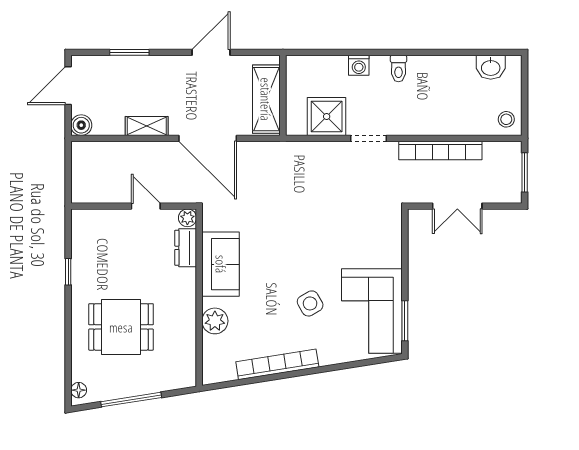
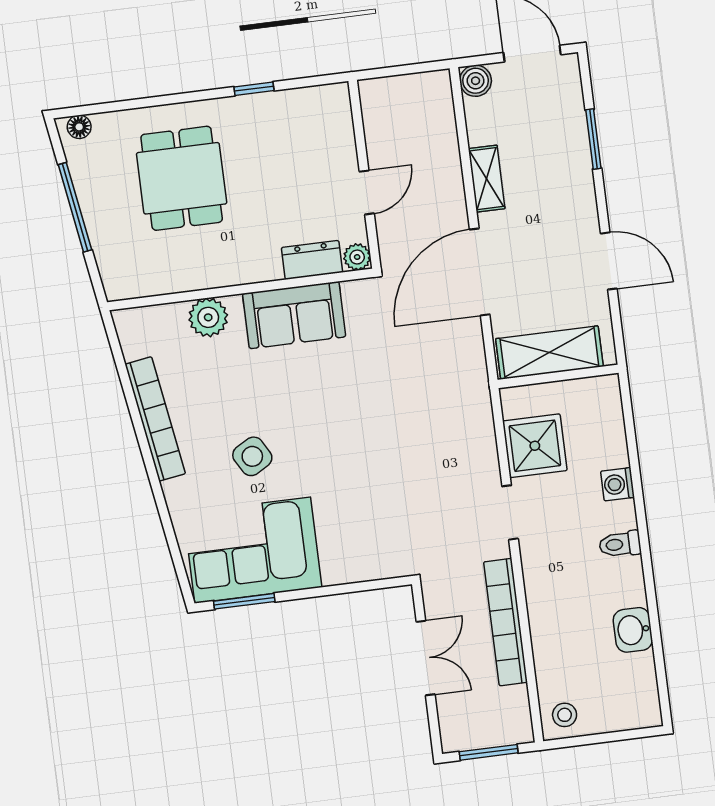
washbasin: (491, 67) -> (633, 630), moved
double door: (457, 206) -> (426, 658), swing flipped

